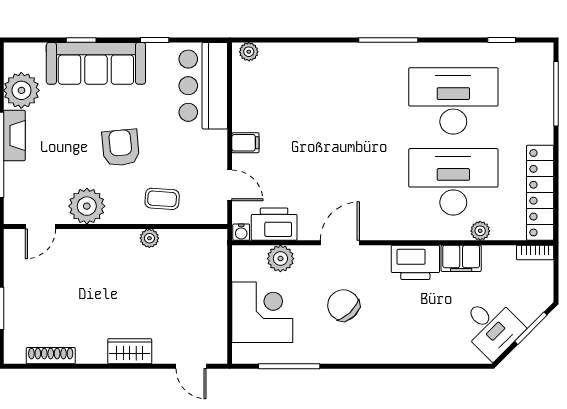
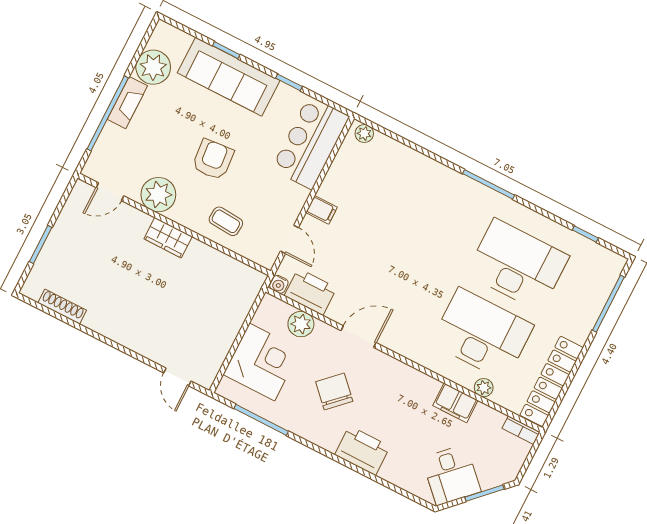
plant: (149, 238) -> (198, 249), removed
printer: (415, 262) -> (362, 451), moved, turned 180
wardrobe: (130, 351) -> (168, 238), moved, turned 180

